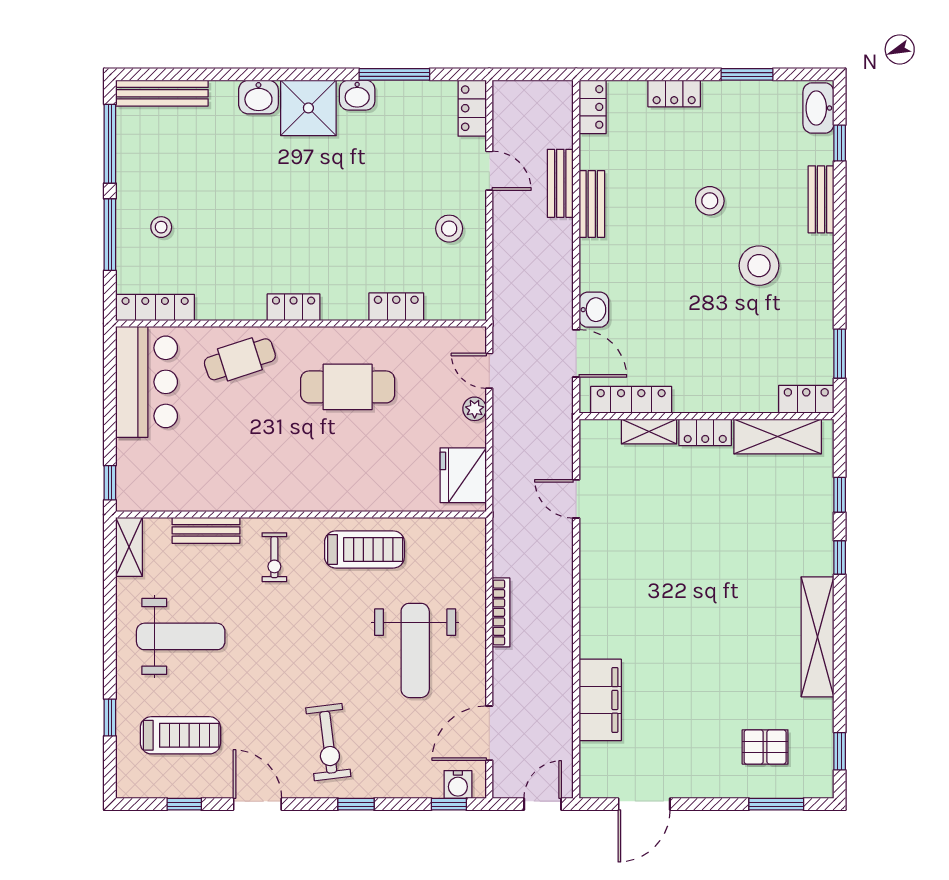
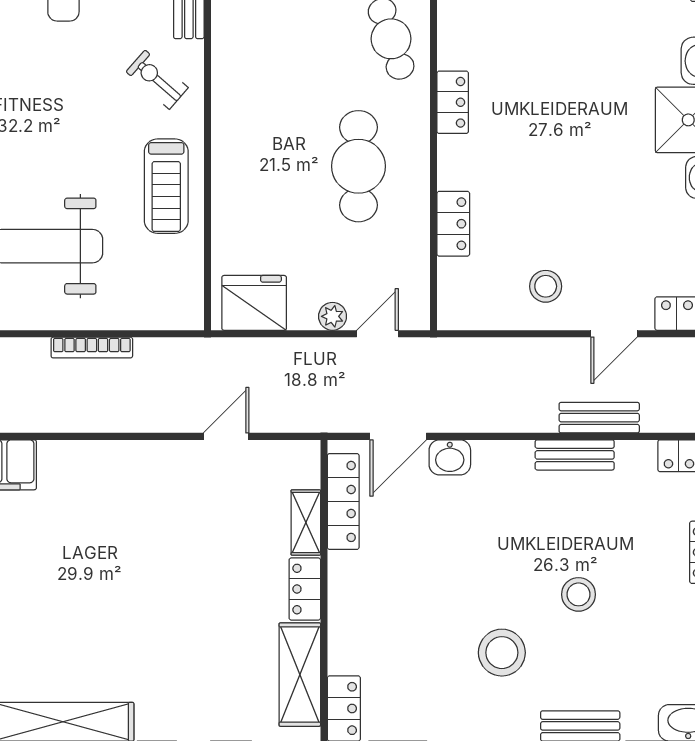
exercise bike: (274, 557) -> (157, 80), turned 41

